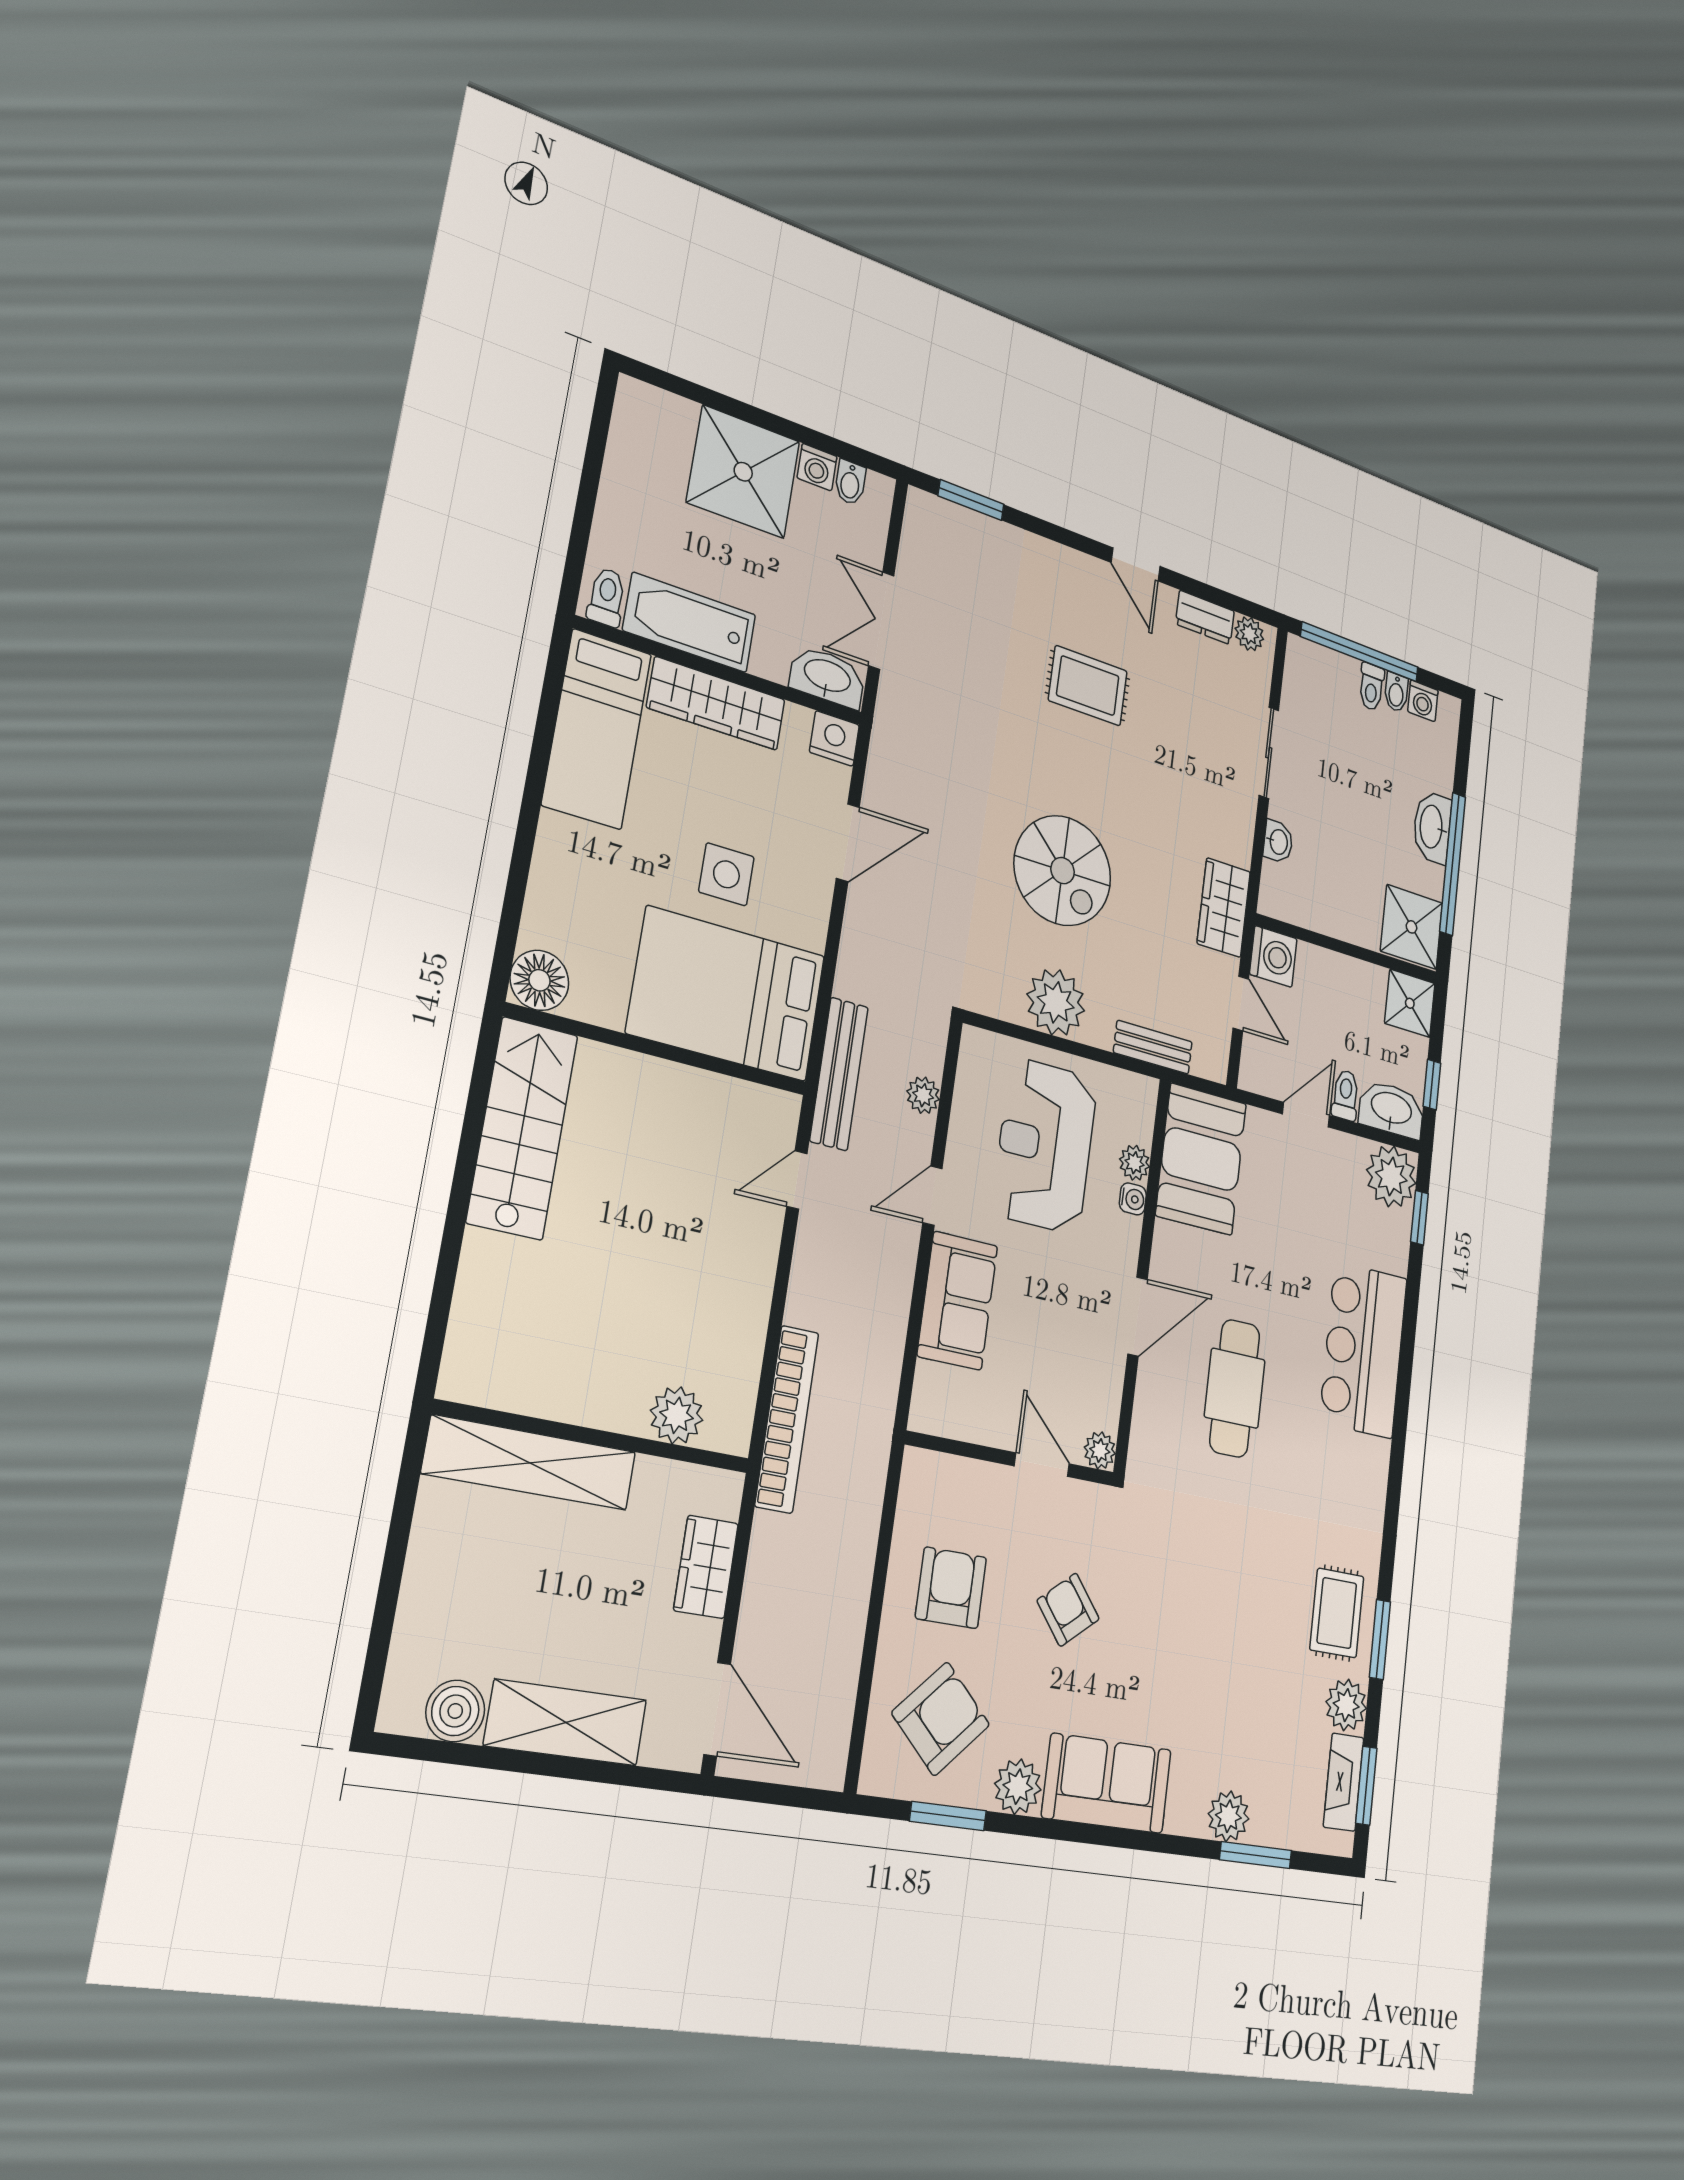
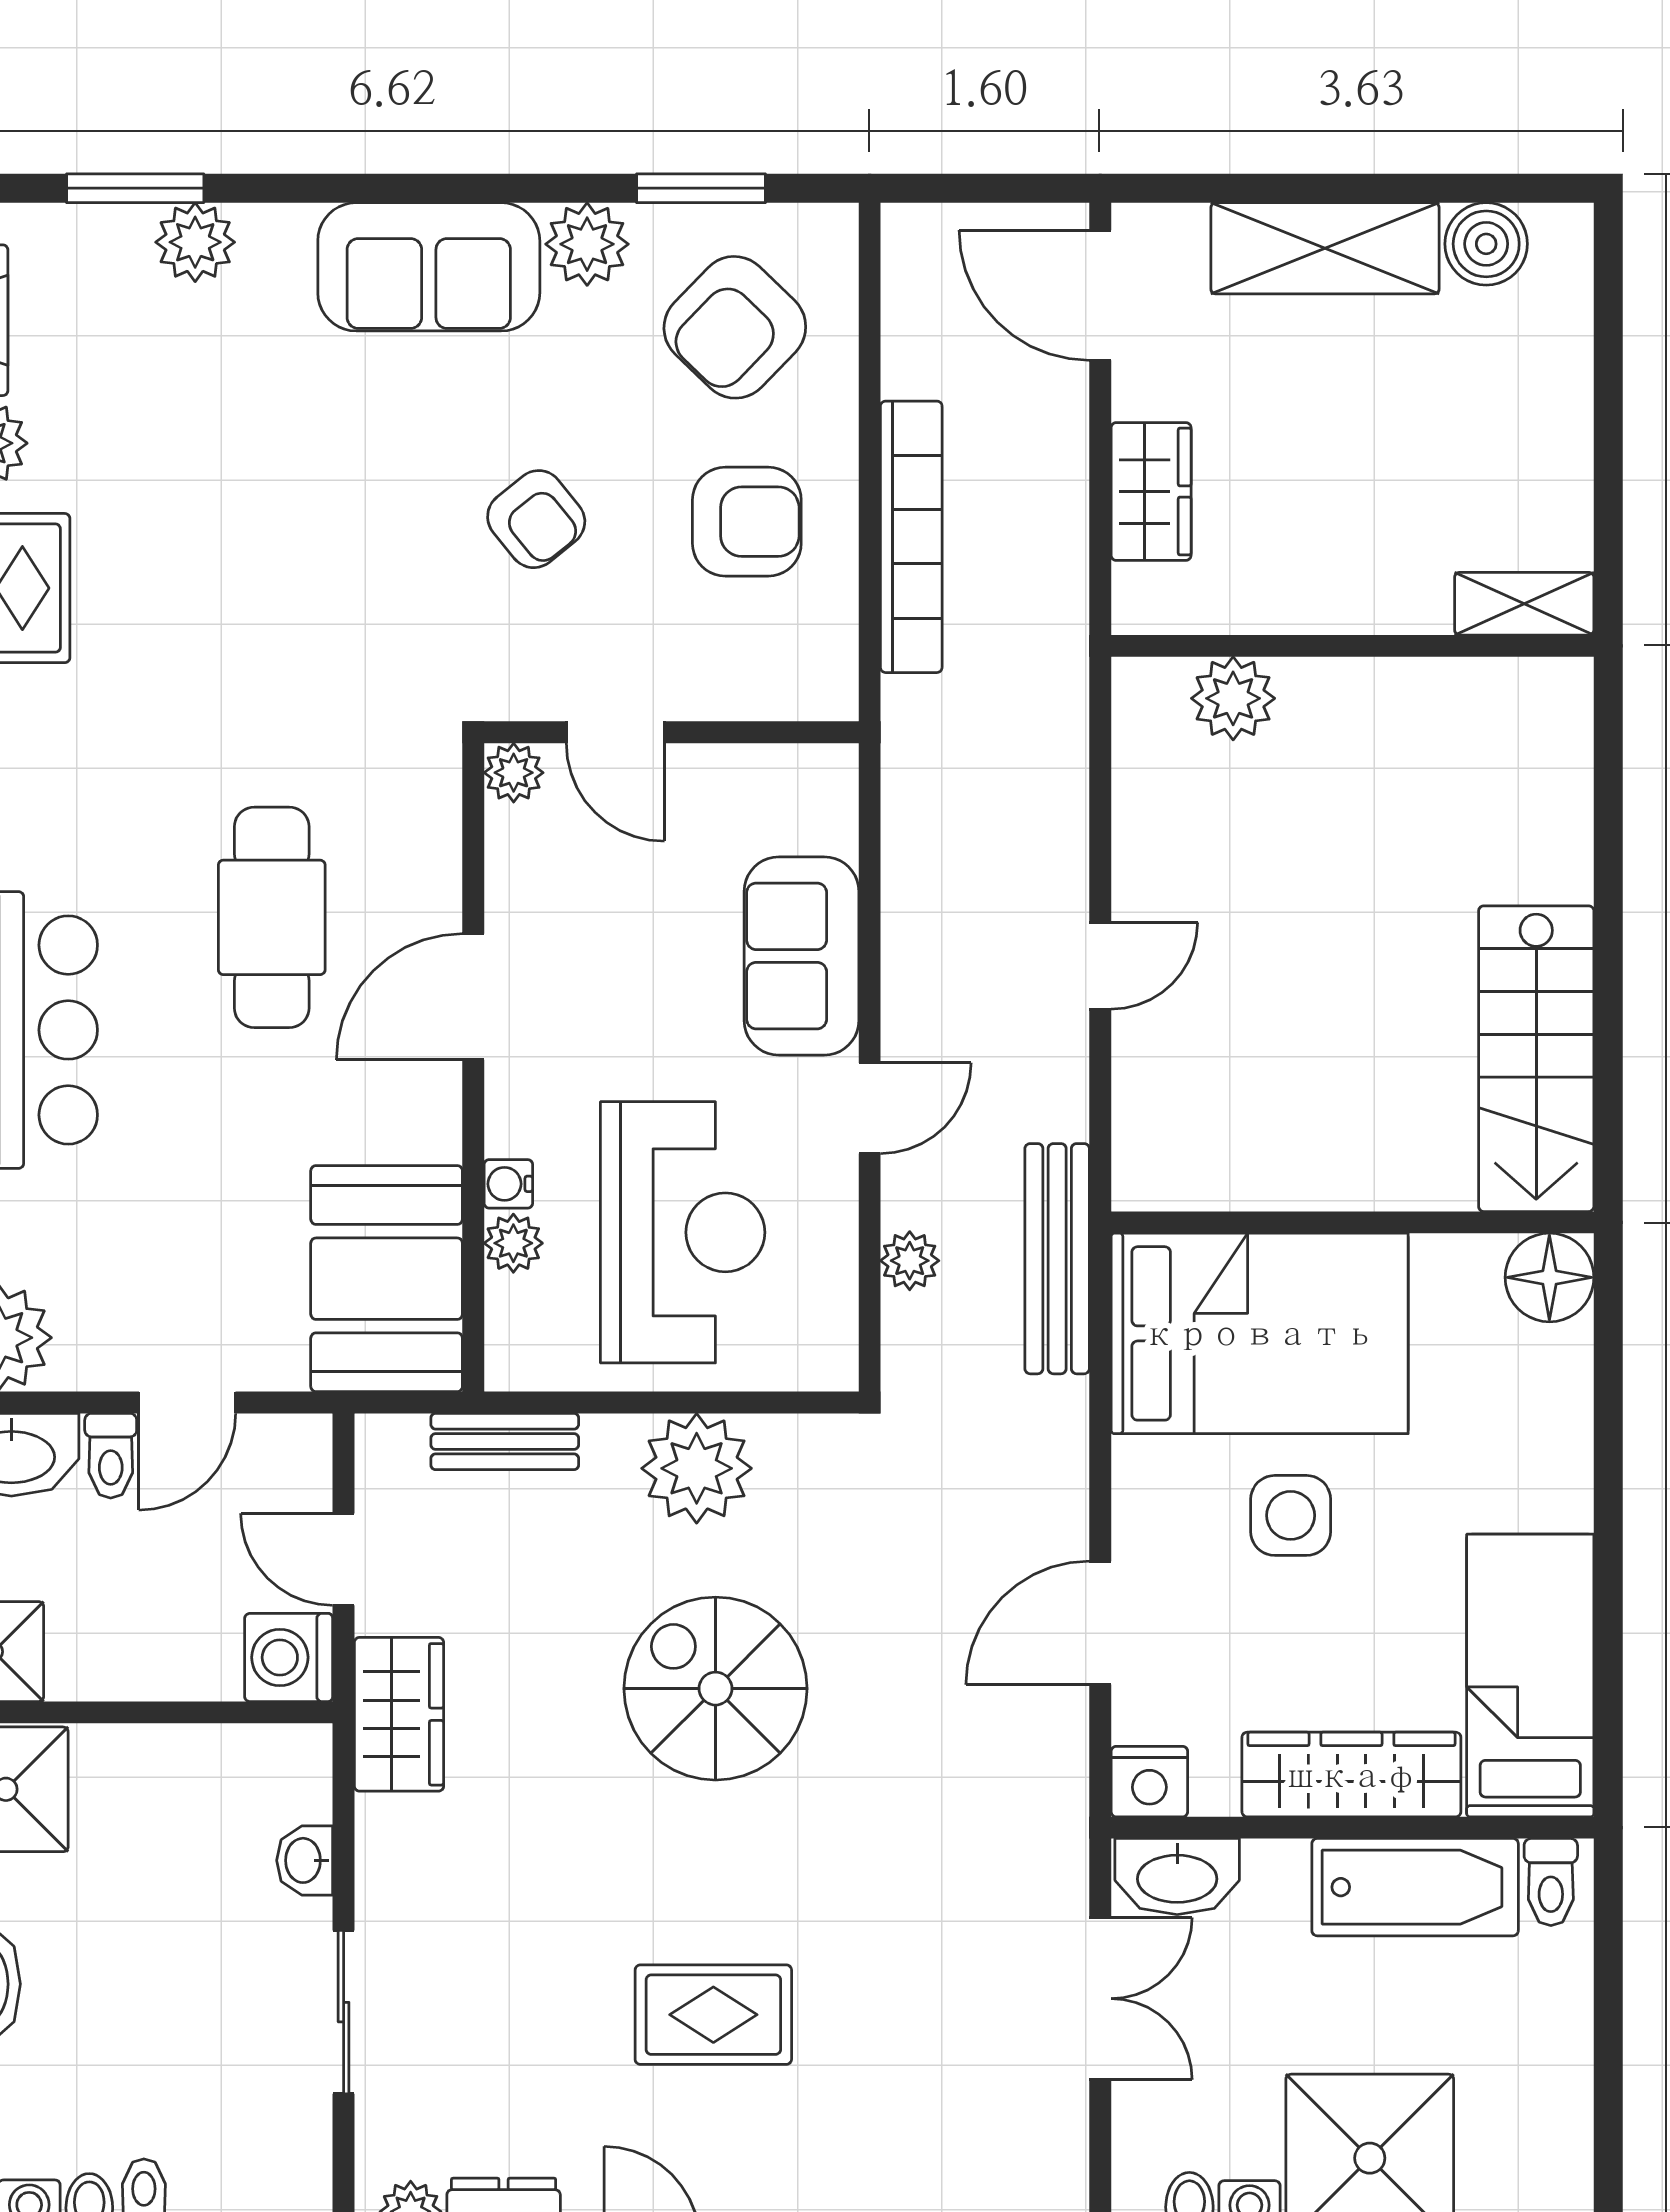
door: (797, 1180) -> (1100, 966), moved
bookcase: (787, 1419) -> (911, 537), moved, turned 180
shelving: (530, 1463) -> (1524, 604), width x0.45, depth x0.75
armchair: (951, 1588) -> (747, 522), turned -90

